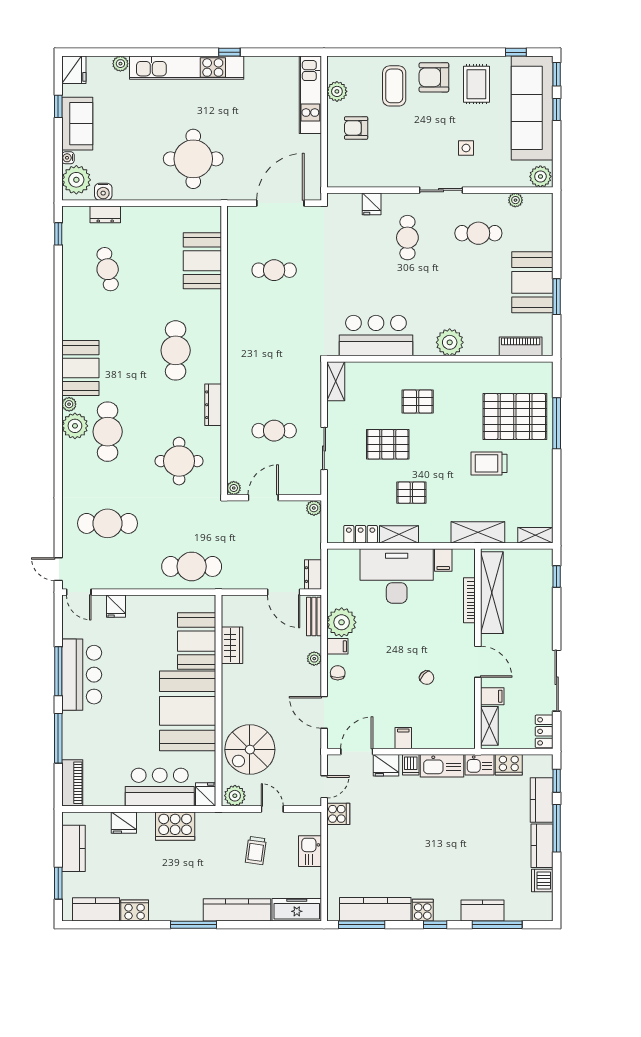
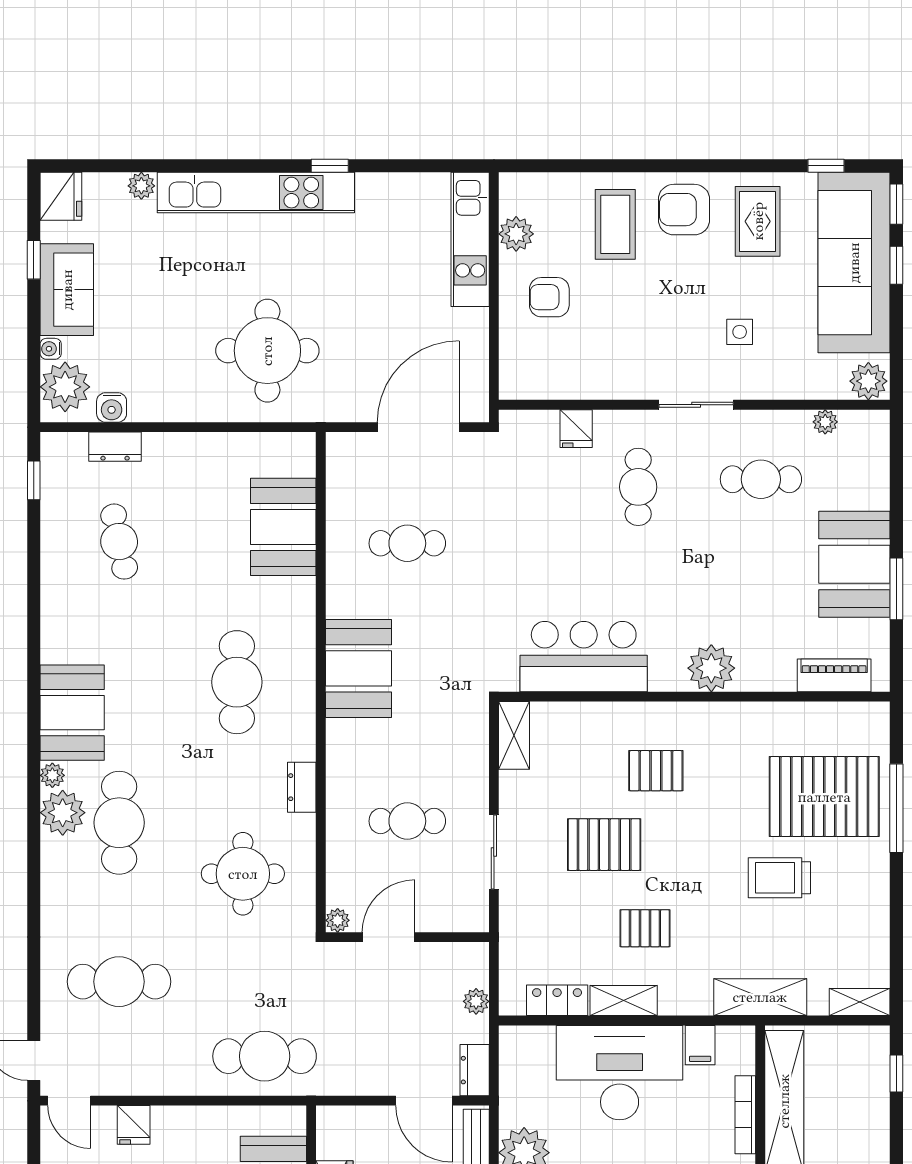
booth: (246, 342) -> (358, 668), added
dresser: (213, 405) -> (302, 787), width x0.70
plant: (314, 508) -> (476, 1001), moved

